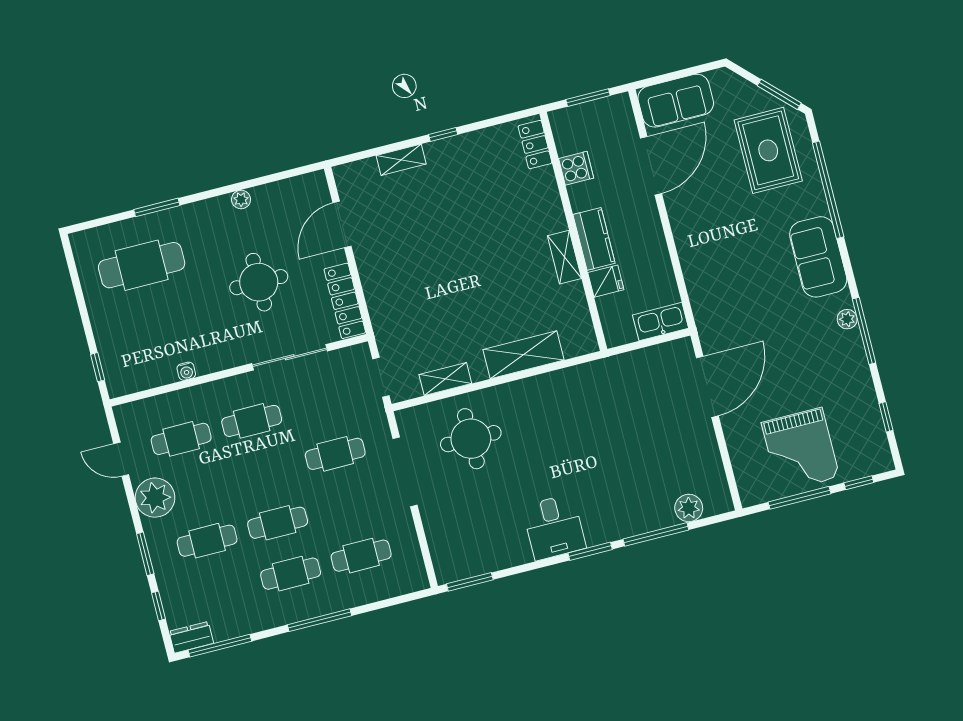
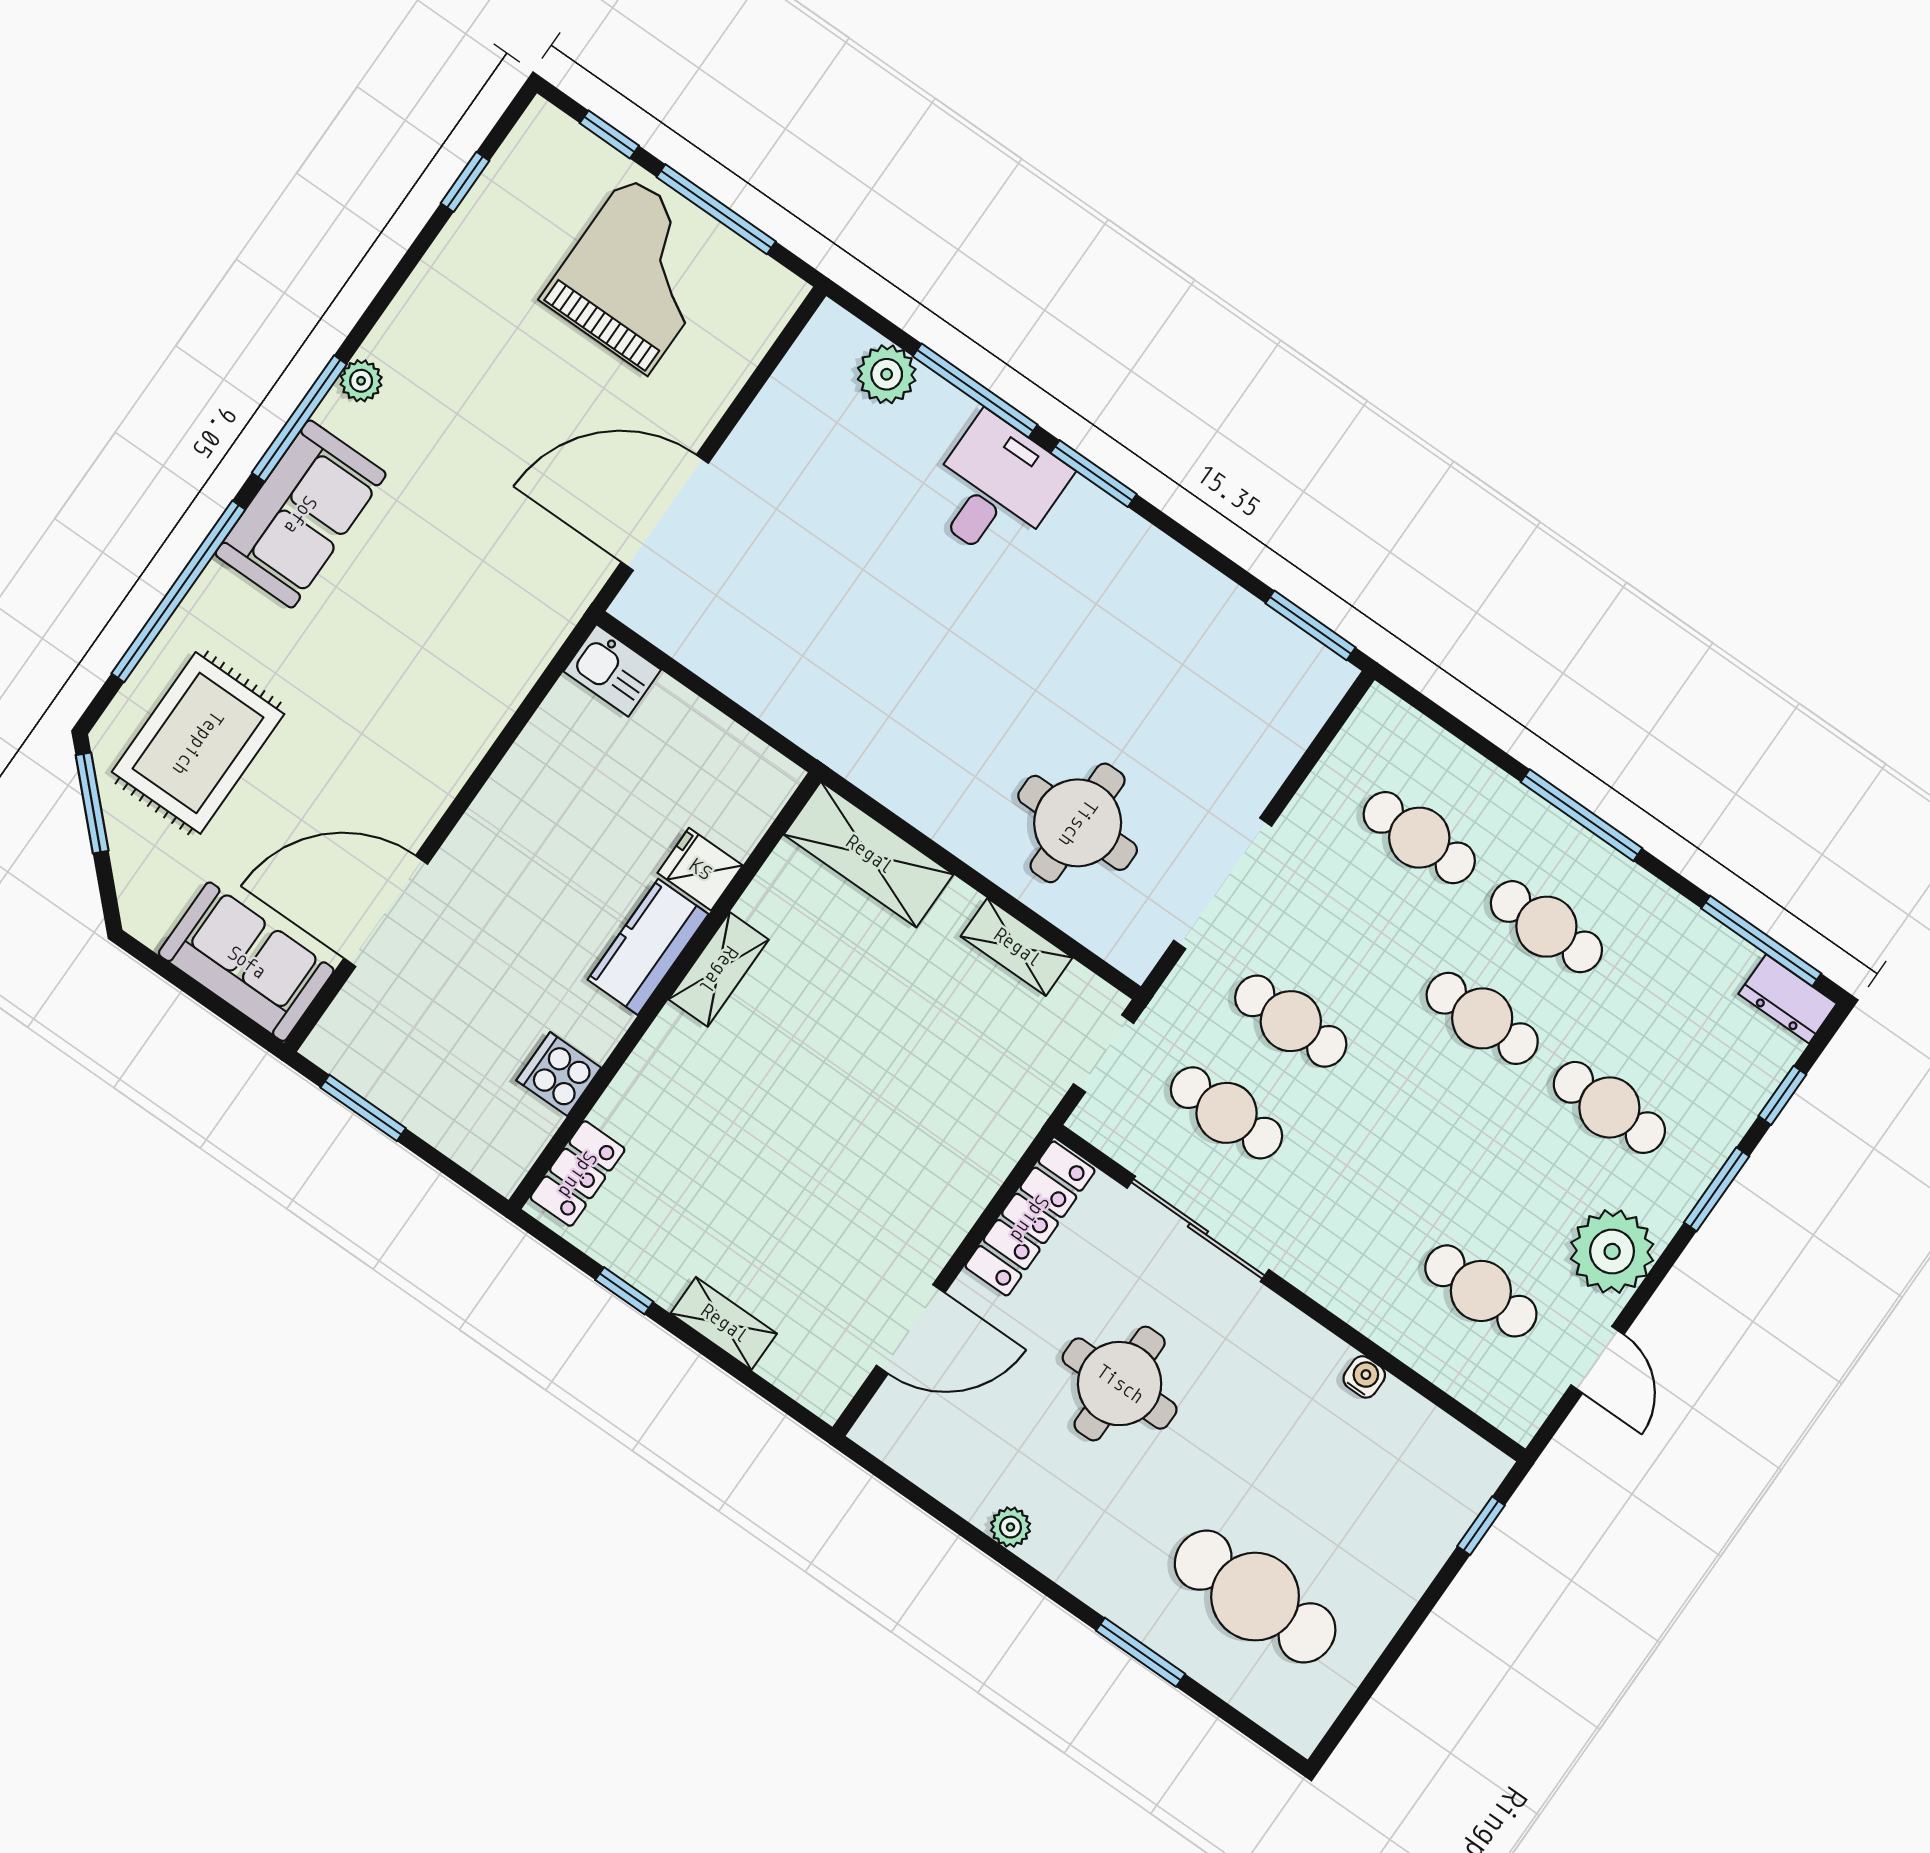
locker: (535, 145) -> (578, 1174), moved
cooker: (576, 168) -> (559, 1074), moved
wall: (573, 231) -> (665, 991), moved
kitchen counter: (594, 239) -> (648, 947), moved
shelving: (564, 257) -> (719, 969), moved
fridge: (606, 281) -> (700, 869), moved
kitchen sink: (661, 322) -> (612, 670), width x0.73
window: (864, 331) -> (299, 419), moved
cafe table: (252, 421) -> (1227, 1113), moved
desk: (554, 527) -> (995, 489), moved

